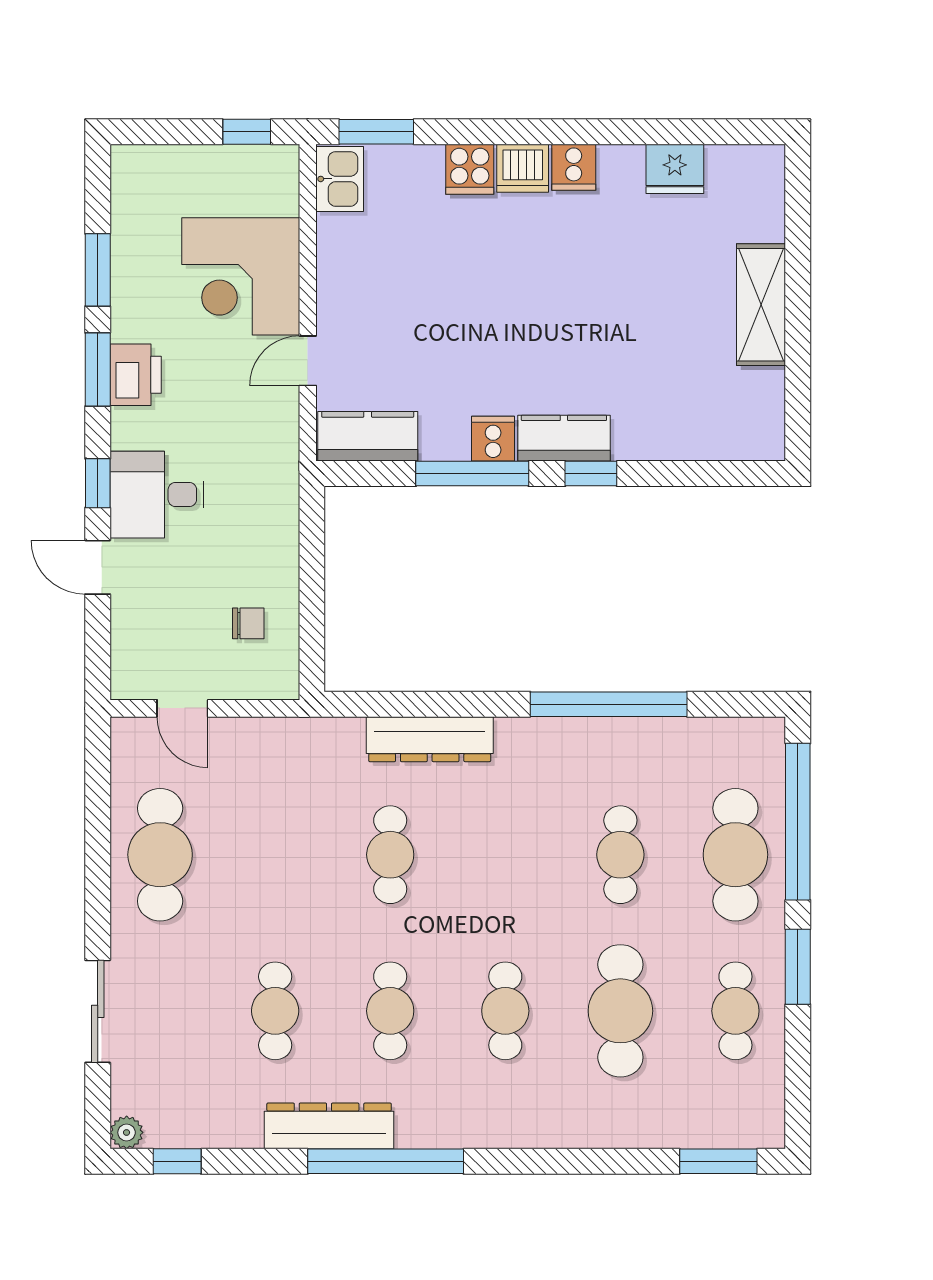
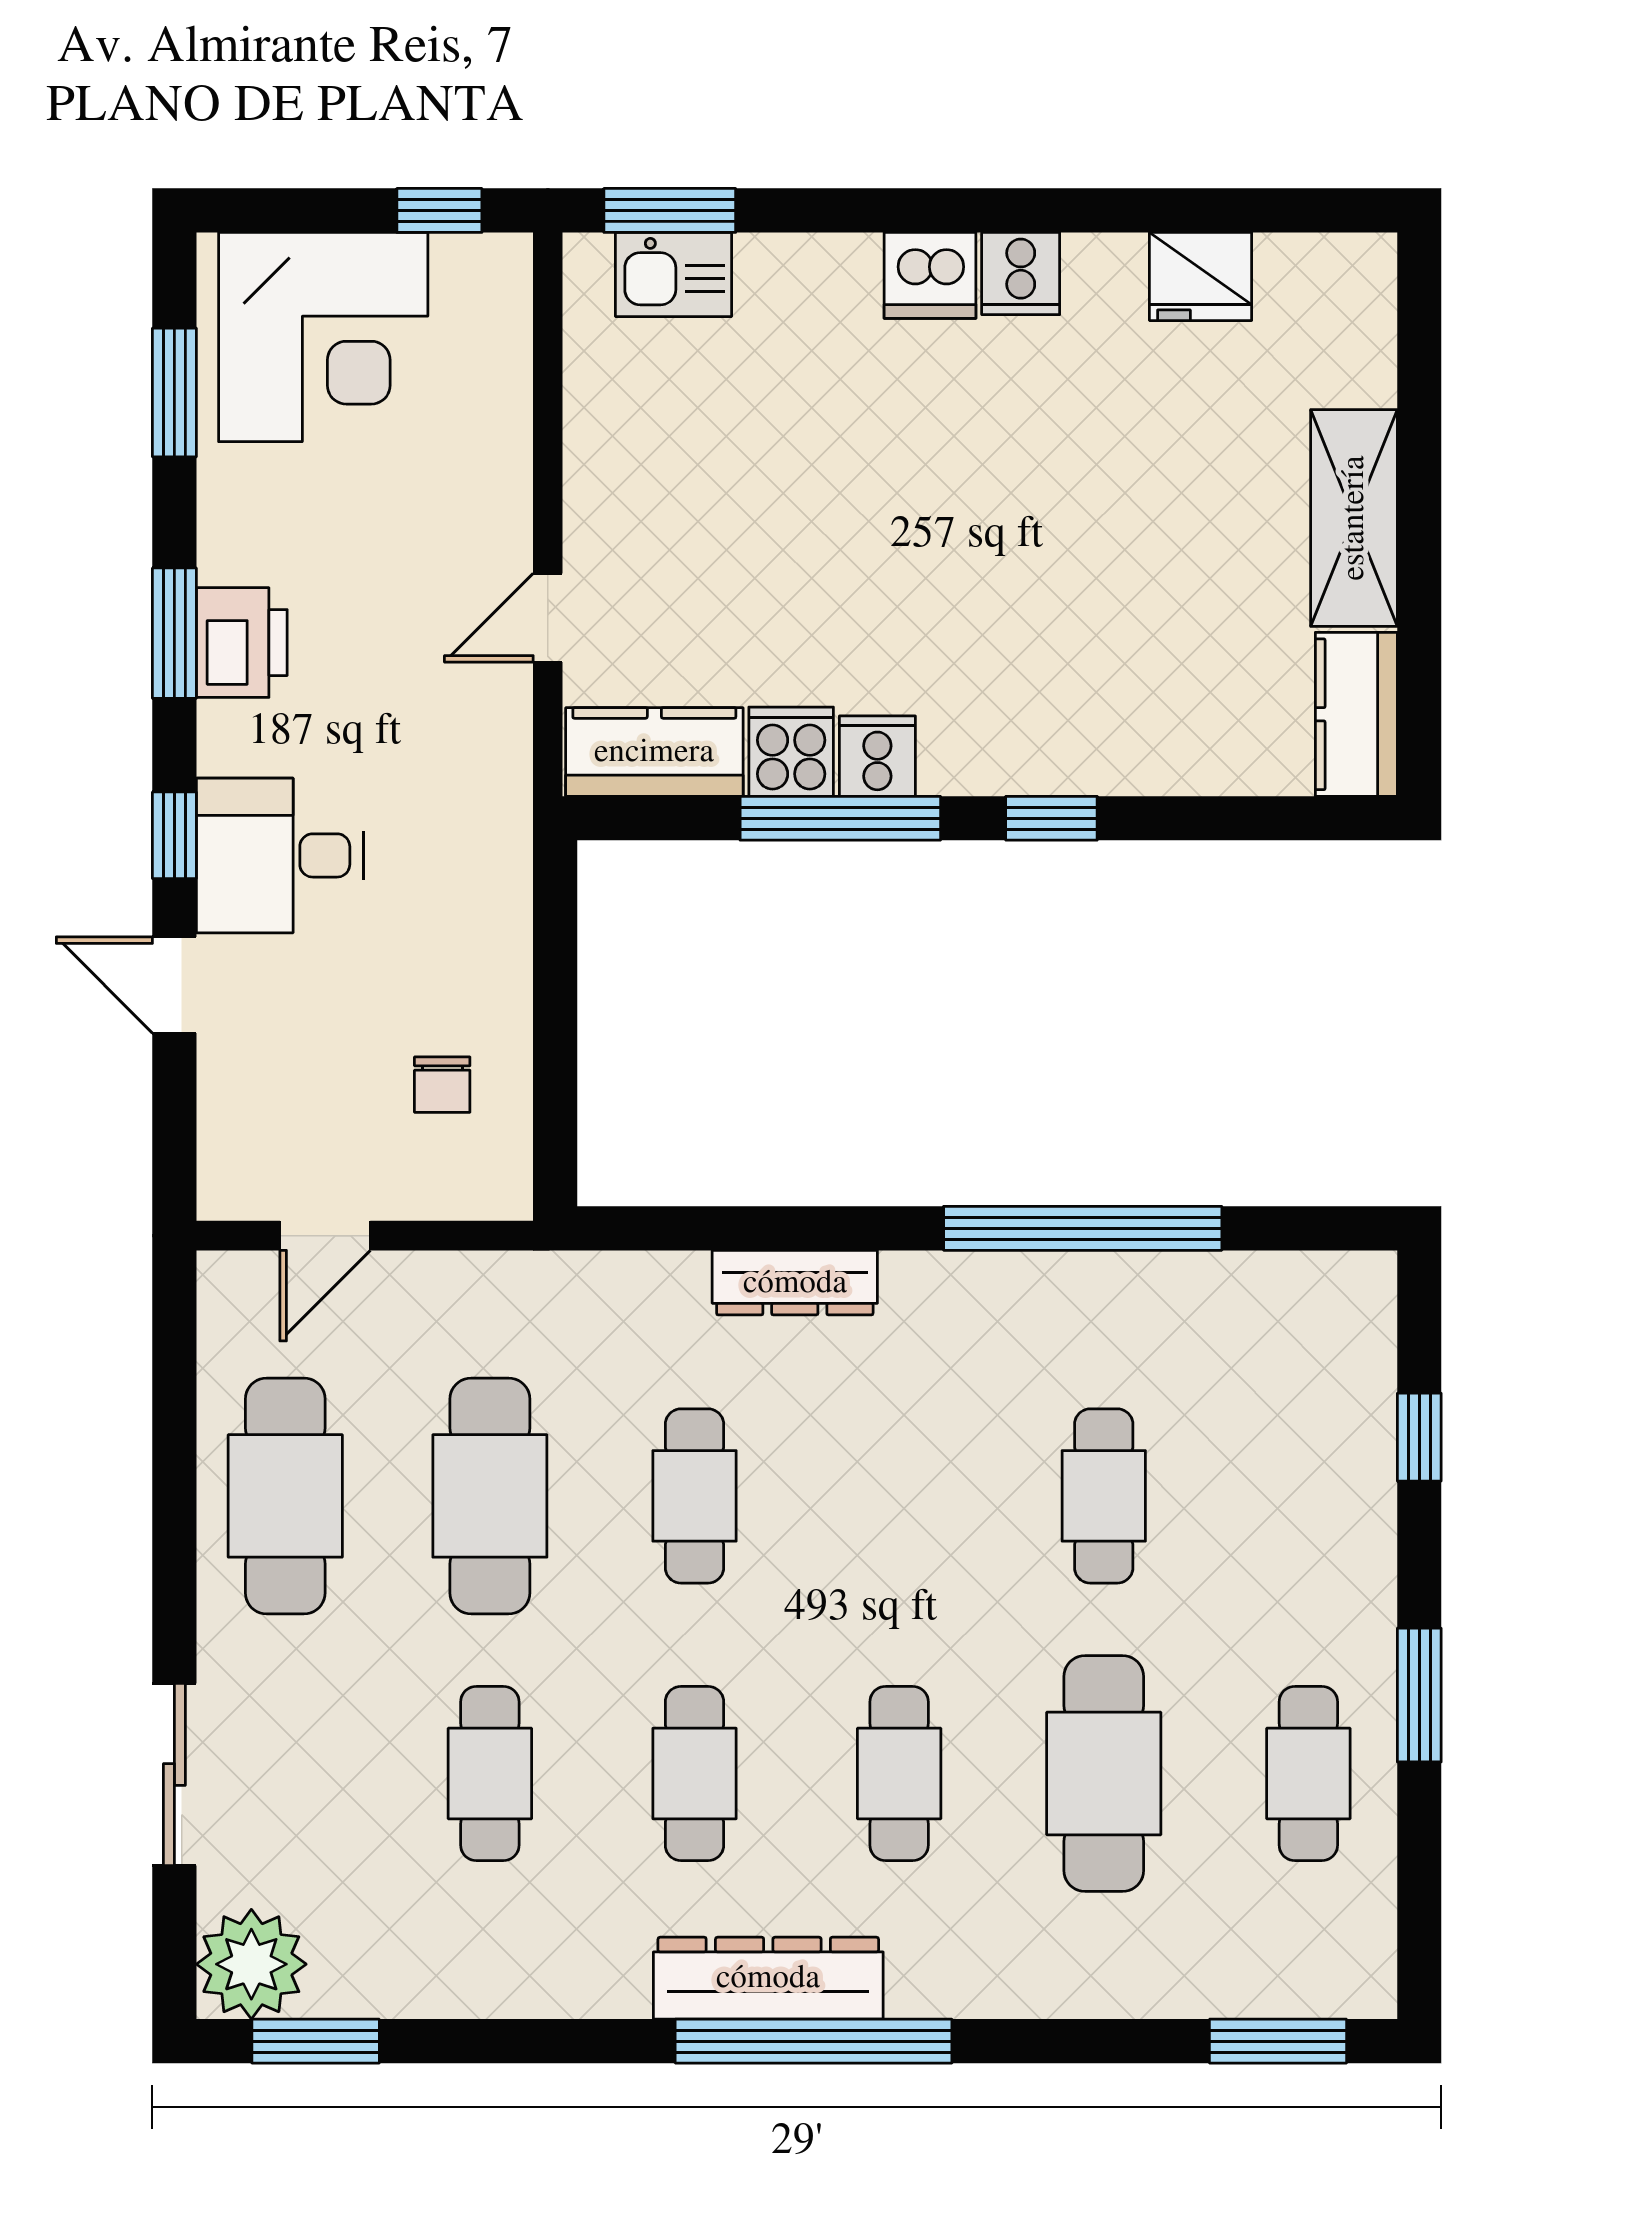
cooker: (470, 169) -> (791, 752), moved, turned 180
kitchen sink: (340, 179) -> (674, 275), moved, turned 90
window: (98, 270) -> (174, 393), moved
corner desk: (241, 276) -> (323, 337), moved, turned -90
kitchen counter: (564, 438) -> (1356, 714), moved, turned -90
chair: (248, 623) -> (442, 1085), turned 90
door: (182, 708) -> (325, 1236), hinge flipped
dresser: (430, 739) -> (795, 1283), width x0.73, depth x0.80
window: (798, 822) -> (1419, 1437), width x0.32
cafe table: (735, 855) -> (490, 1496), moved
dresser: (329, 1126) -> (768, 1978), moved
plant: (127, 1132) -> (251, 1964), width x1.87, depth x1.87
window: (177, 1161) -> (316, 2041), width x1.50
window: (386, 1161) -> (814, 2041), moved

